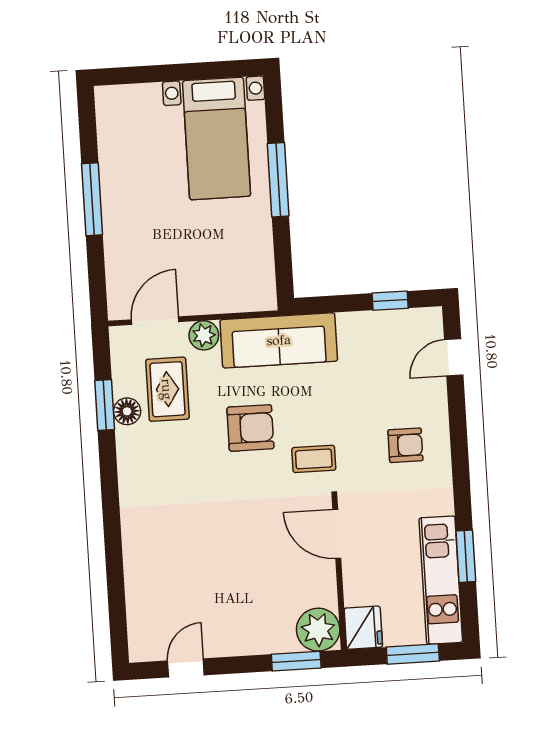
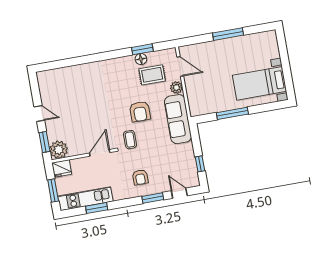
window: (278, 180) -> (232, 113), moved
window: (458, 421) -> (153, 198), added
door: (186, 668) -> (39, 113), moved

